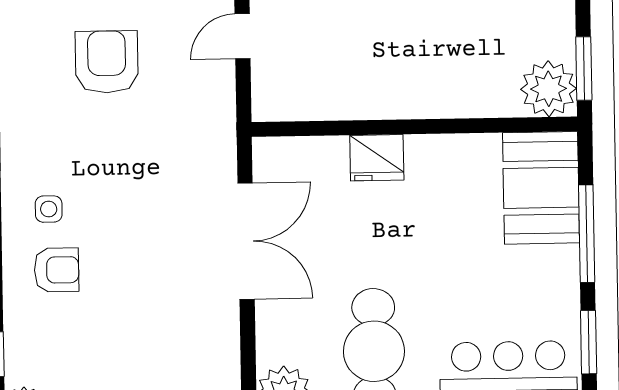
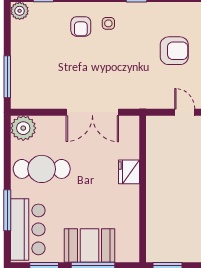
plant: (549, 89) -> (159, 250), removed
booth: (541, 188) -> (89, 246), moved

